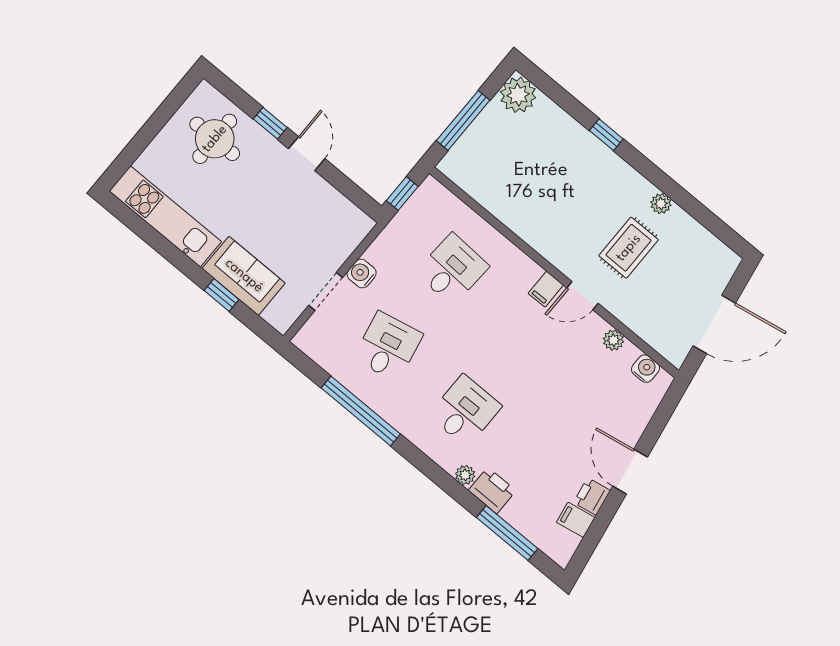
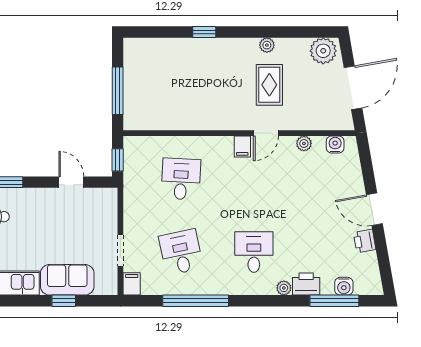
plant: (518, 95) -> (323, 51), moved
door: (307, 154) -> (71, 182), moved
water cooler: (362, 274) -> (344, 286), moved, turned -90
filing cabinet: (576, 520) -> (132, 284), moved, turned 100

